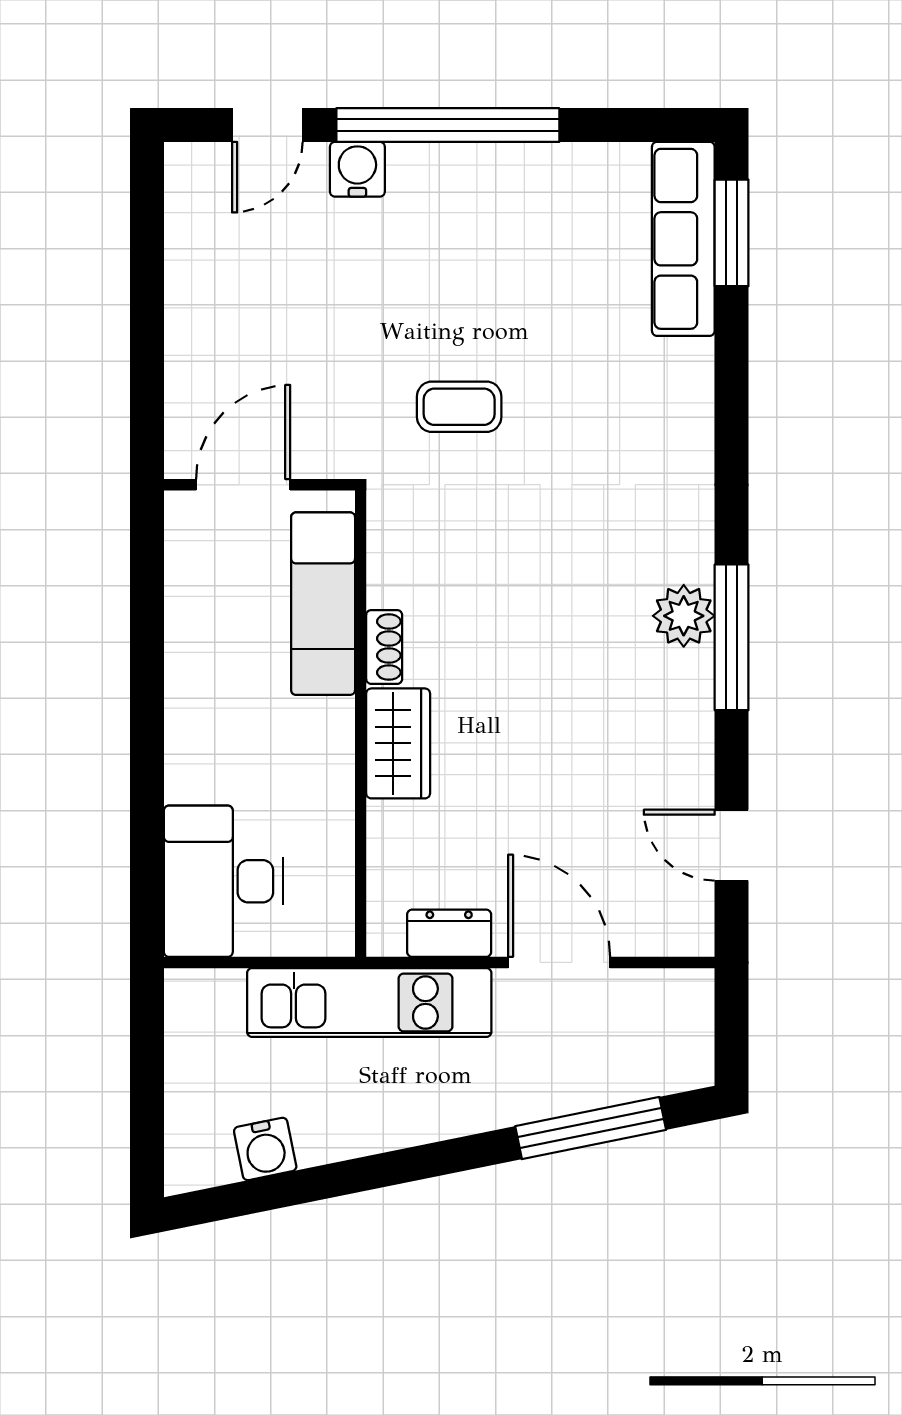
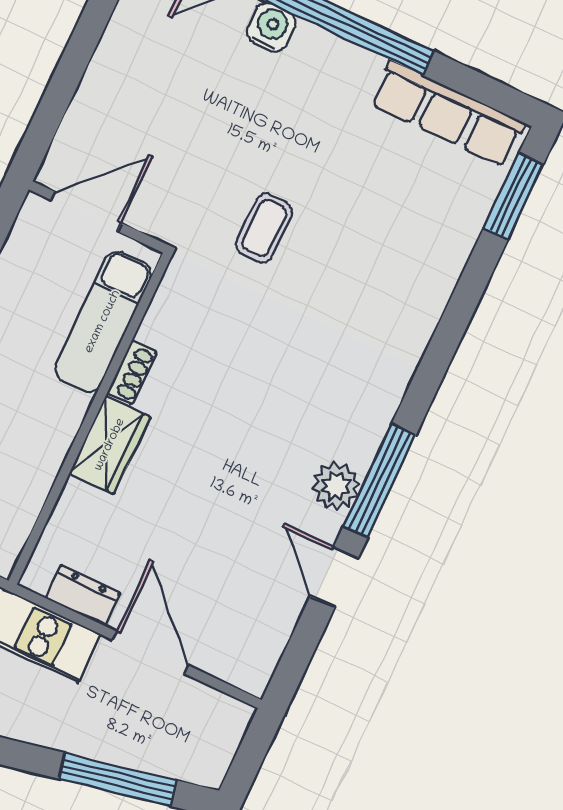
row of seats: (683, 239) -> (448, 114), moved, turned -90
coffee table: (459, 407) -> (264, 228), turned 90
plant: (684, 616) -> (336, 486), moved
door: (732, 845) -> (334, 577), moved

